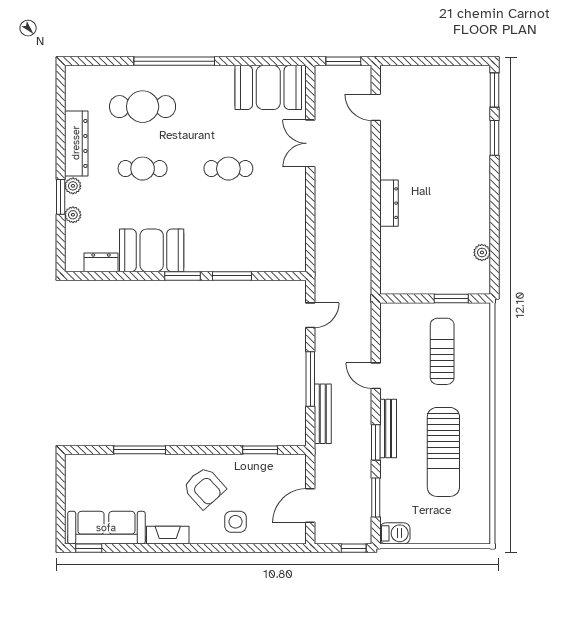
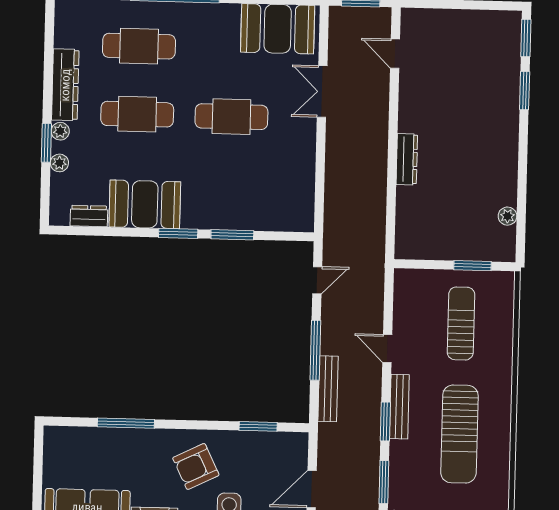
cafe table: (143, 169) -> (137, 114), width x1.37, depth x1.35
cafe table: (228, 169) -> (231, 117), width x1.37, depth x1.35
armchair: (204, 488) -> (196, 466), turned 106

